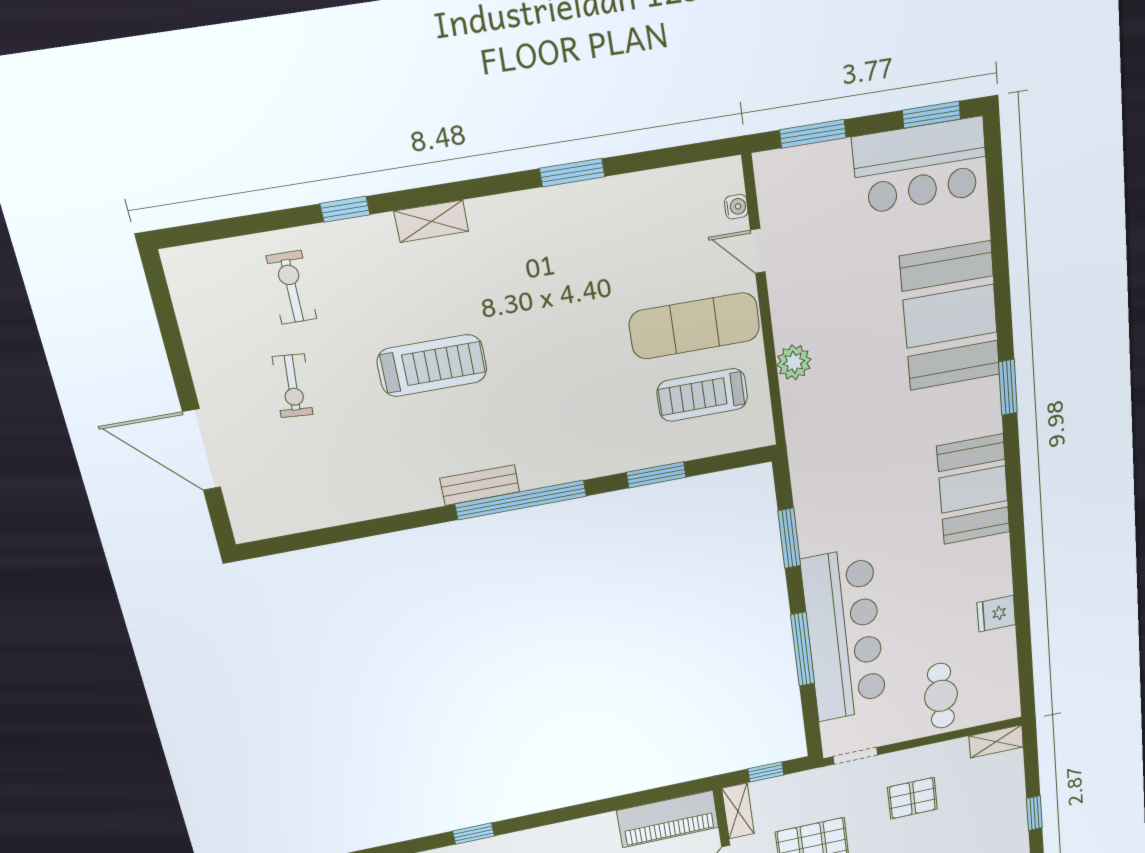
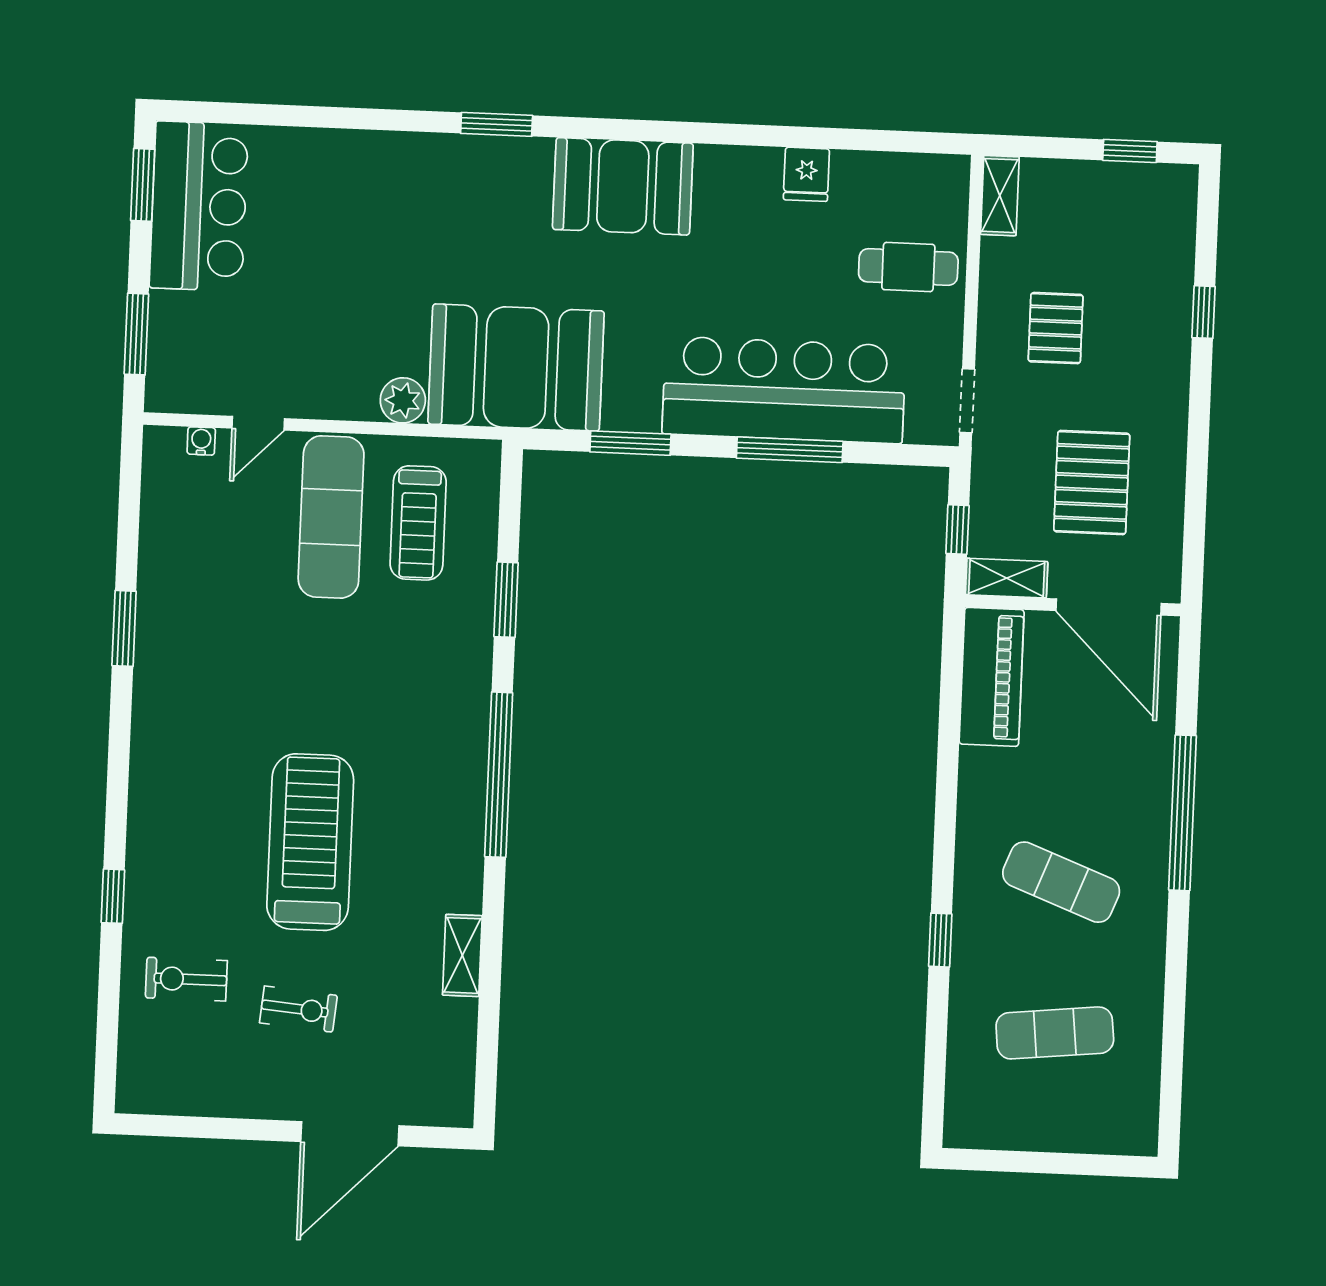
shelving: (431, 221) -> (462, 955), moved
booth: (950, 316) -> (516, 367), moved
treadmill: (432, 366) -> (310, 842), width x1.37, depth x1.38
bench: (480, 485) -> (468, 820), removed

